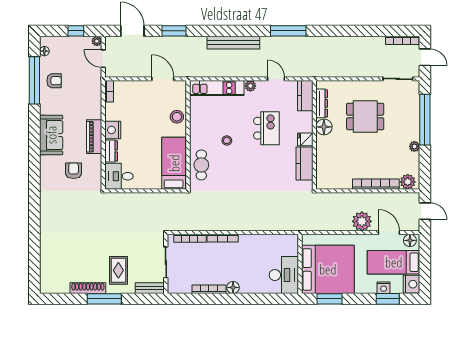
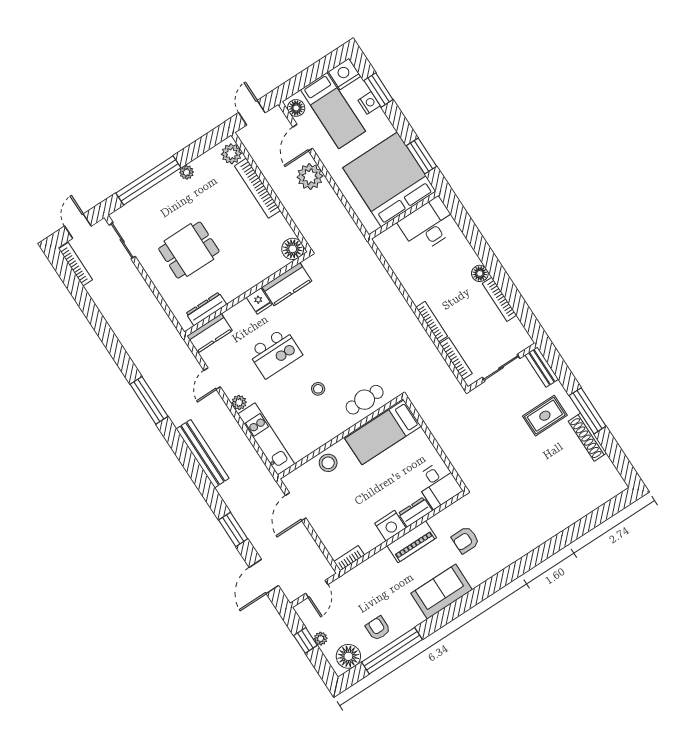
plant: (97, 41) -> (321, 639), moved
floor lamp: (44, 51) -> (348, 656), width x1.89, depth x1.89
dining table: (365, 116) -> (189, 250), turned 90
floor lamp: (324, 127) -> (293, 249), moved
kitchen island: (266, 128) -> (275, 353), turned 180

